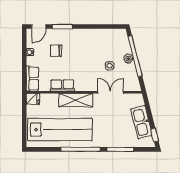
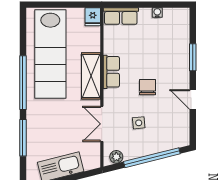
door: (39, 27) -> (193, 99), moved
chair: (56, 51) -> (147, 87), moved
plant: (128, 59) -> (116, 157), moved
row of seats: (62, 85) -> (111, 72), moved
double door: (110, 92) -> (102, 124), swing flipped

